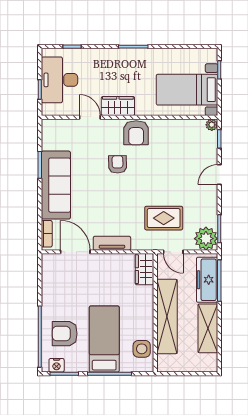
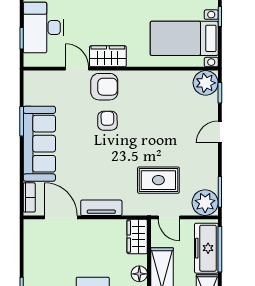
plant: (212, 125) -> (206, 83), width x1.87, depth x1.87
armchair: (136, 133) -> (104, 87), moved, turned -90
floor lamp: (146, 303) -> (139, 274), added

